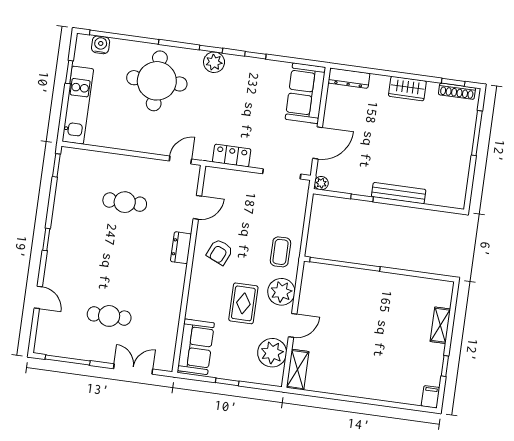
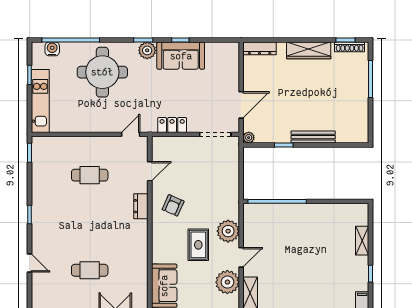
wardrobe: (407, 89) -> (309, 50), width x1.50
sofa: (305, 93) -> (181, 56), moved, turned -90
coffee table: (280, 252) -> (223, 198), removed

